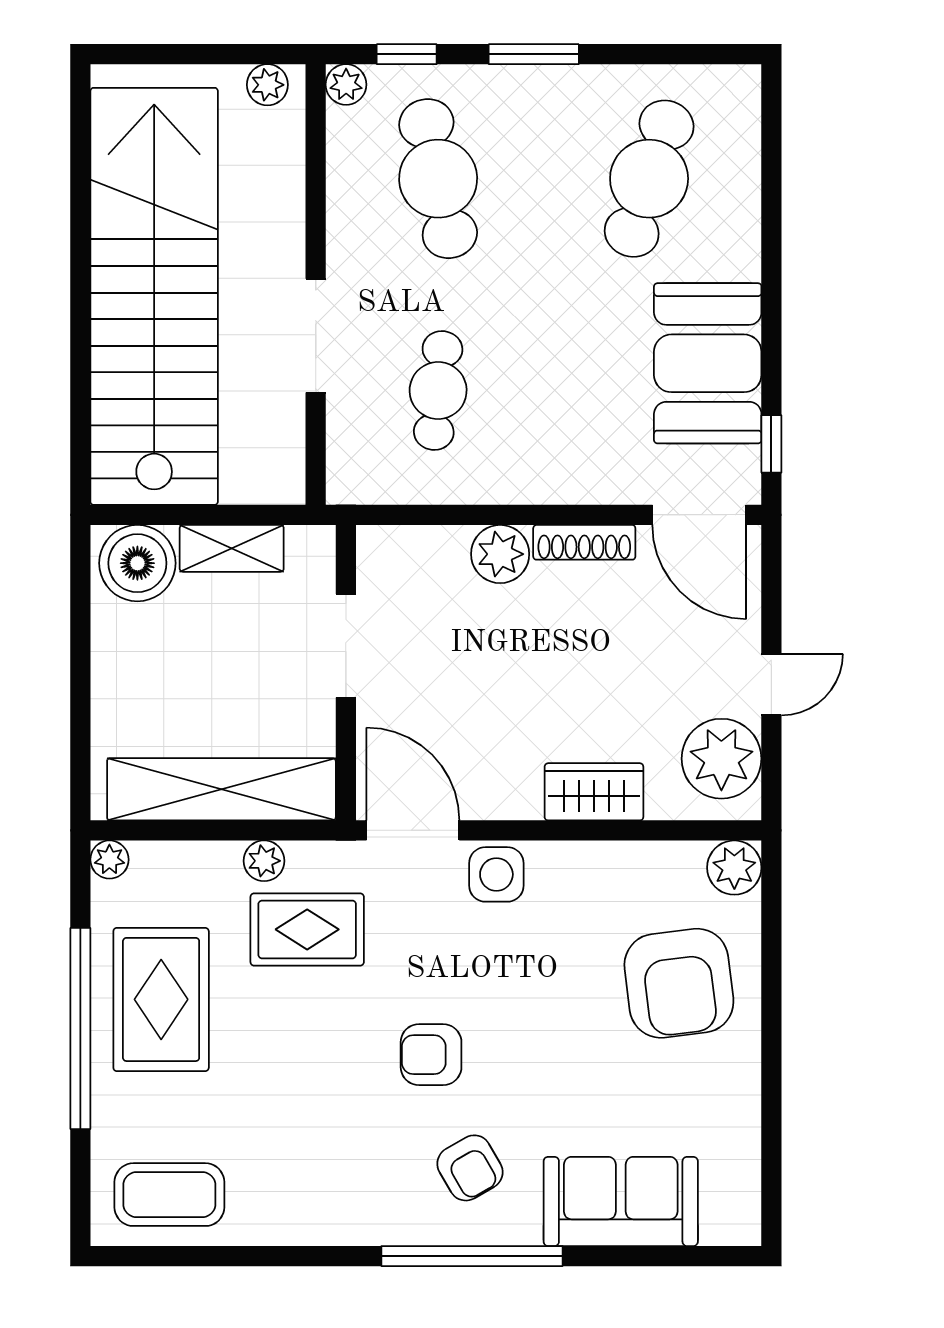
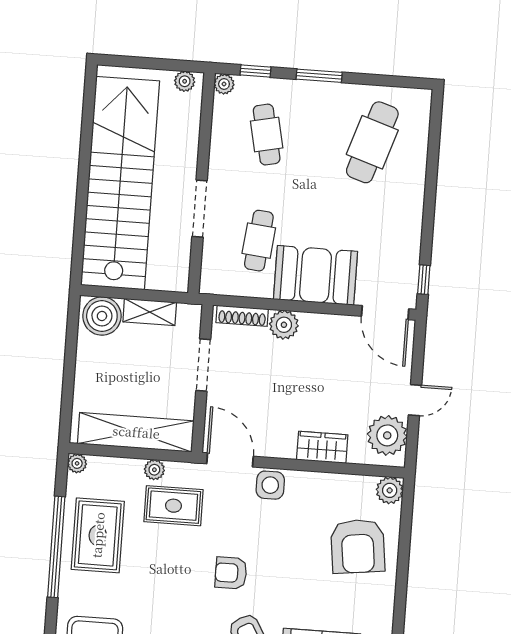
cafe table: (438, 179) -> (267, 135), width x0.73, depth x0.74
booth: (708, 363) -> (315, 275), moved, turned 90
shoe rack: (584, 542) -> (242, 316), moved

